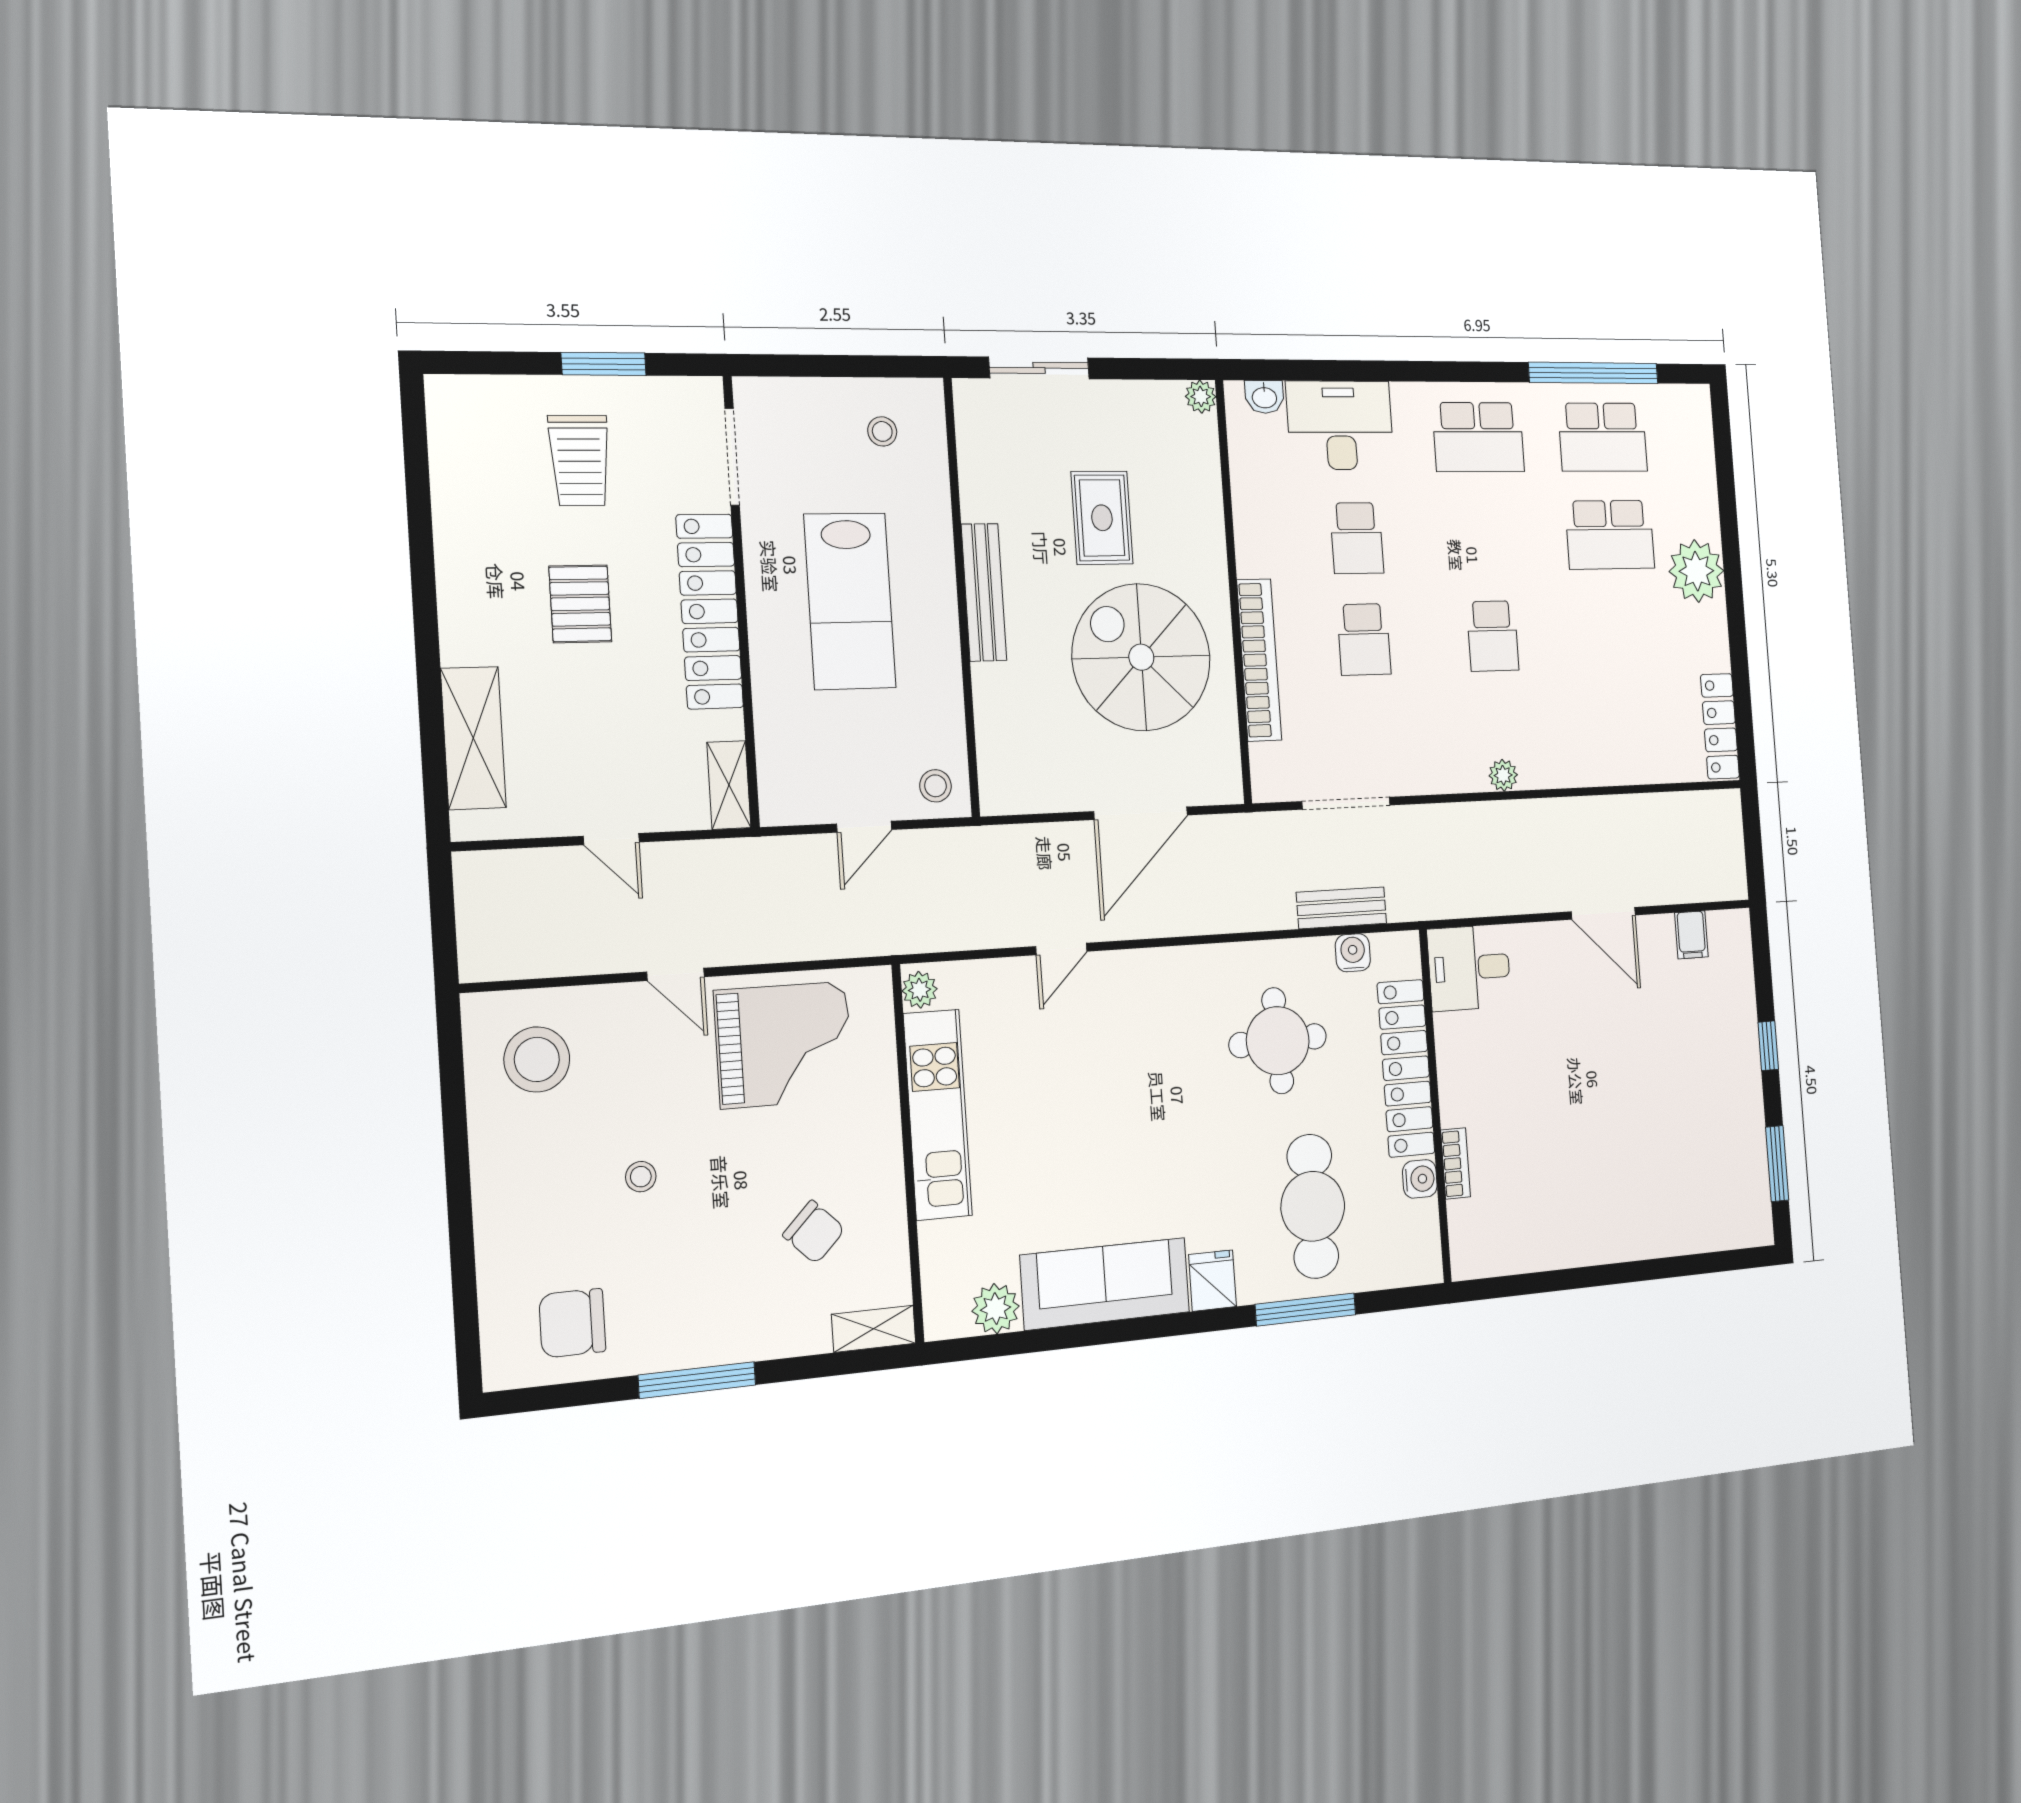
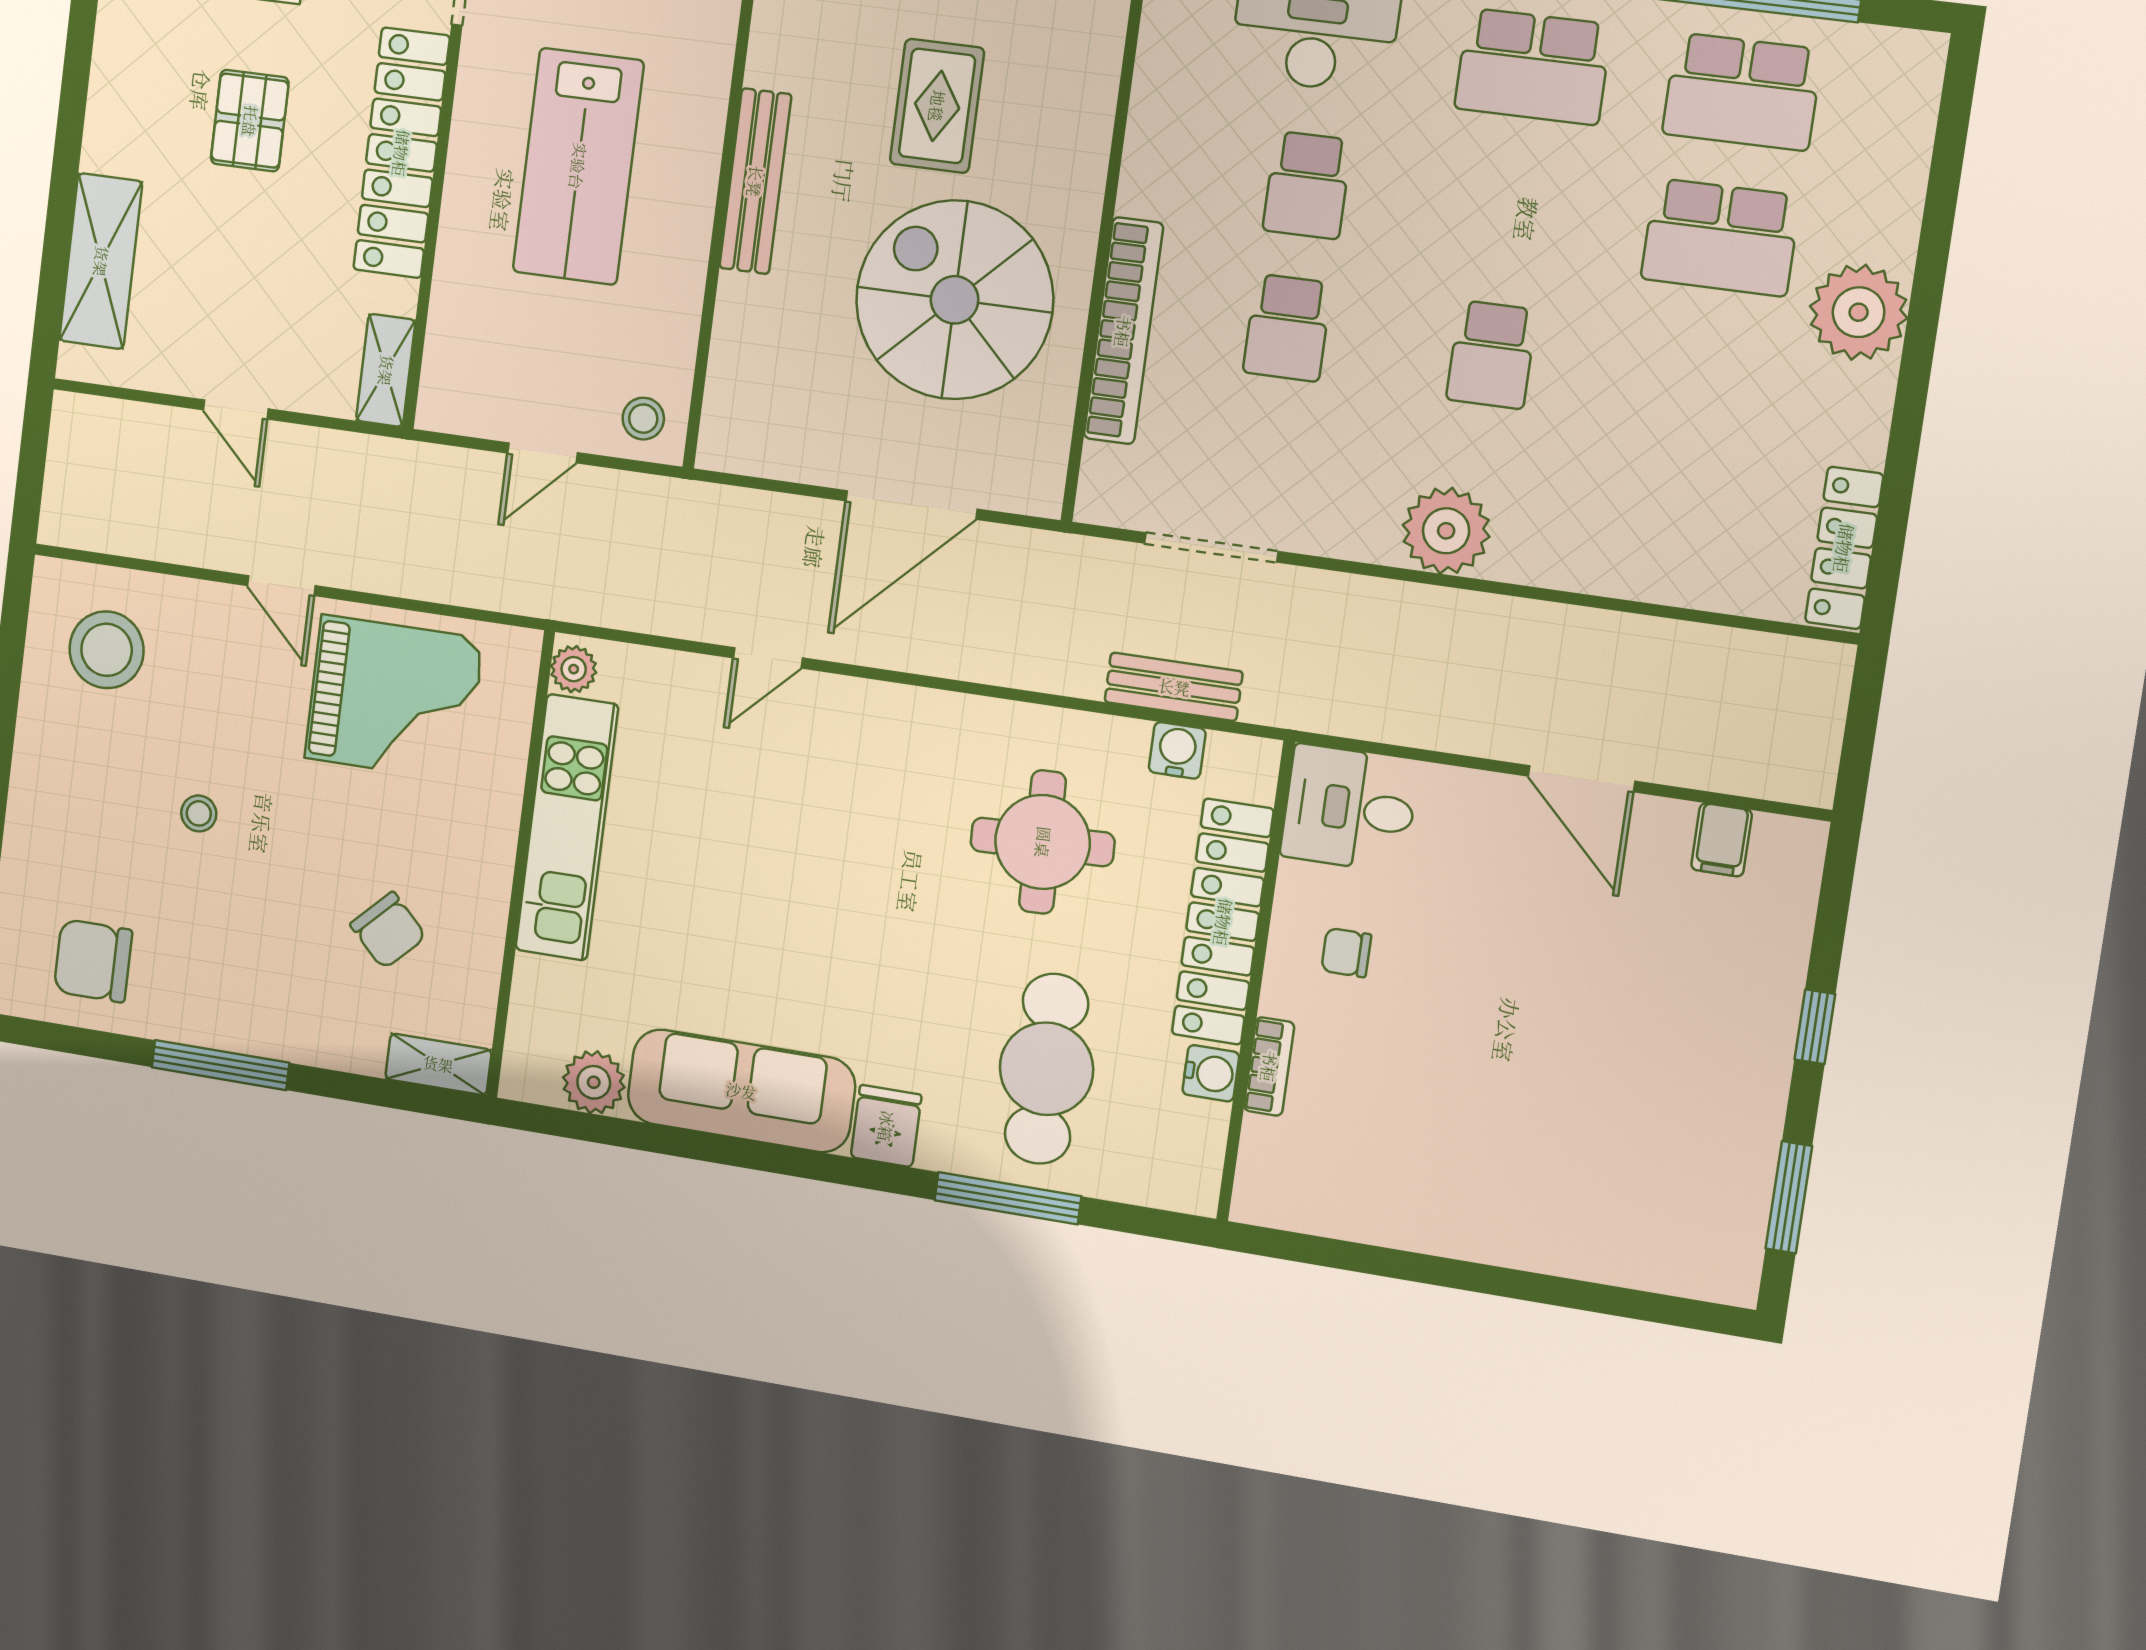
plant: (1503, 775) -> (1446, 531), width x1.87, depth x1.87
chair: (1487, 1069) -> (1346, 953), added

